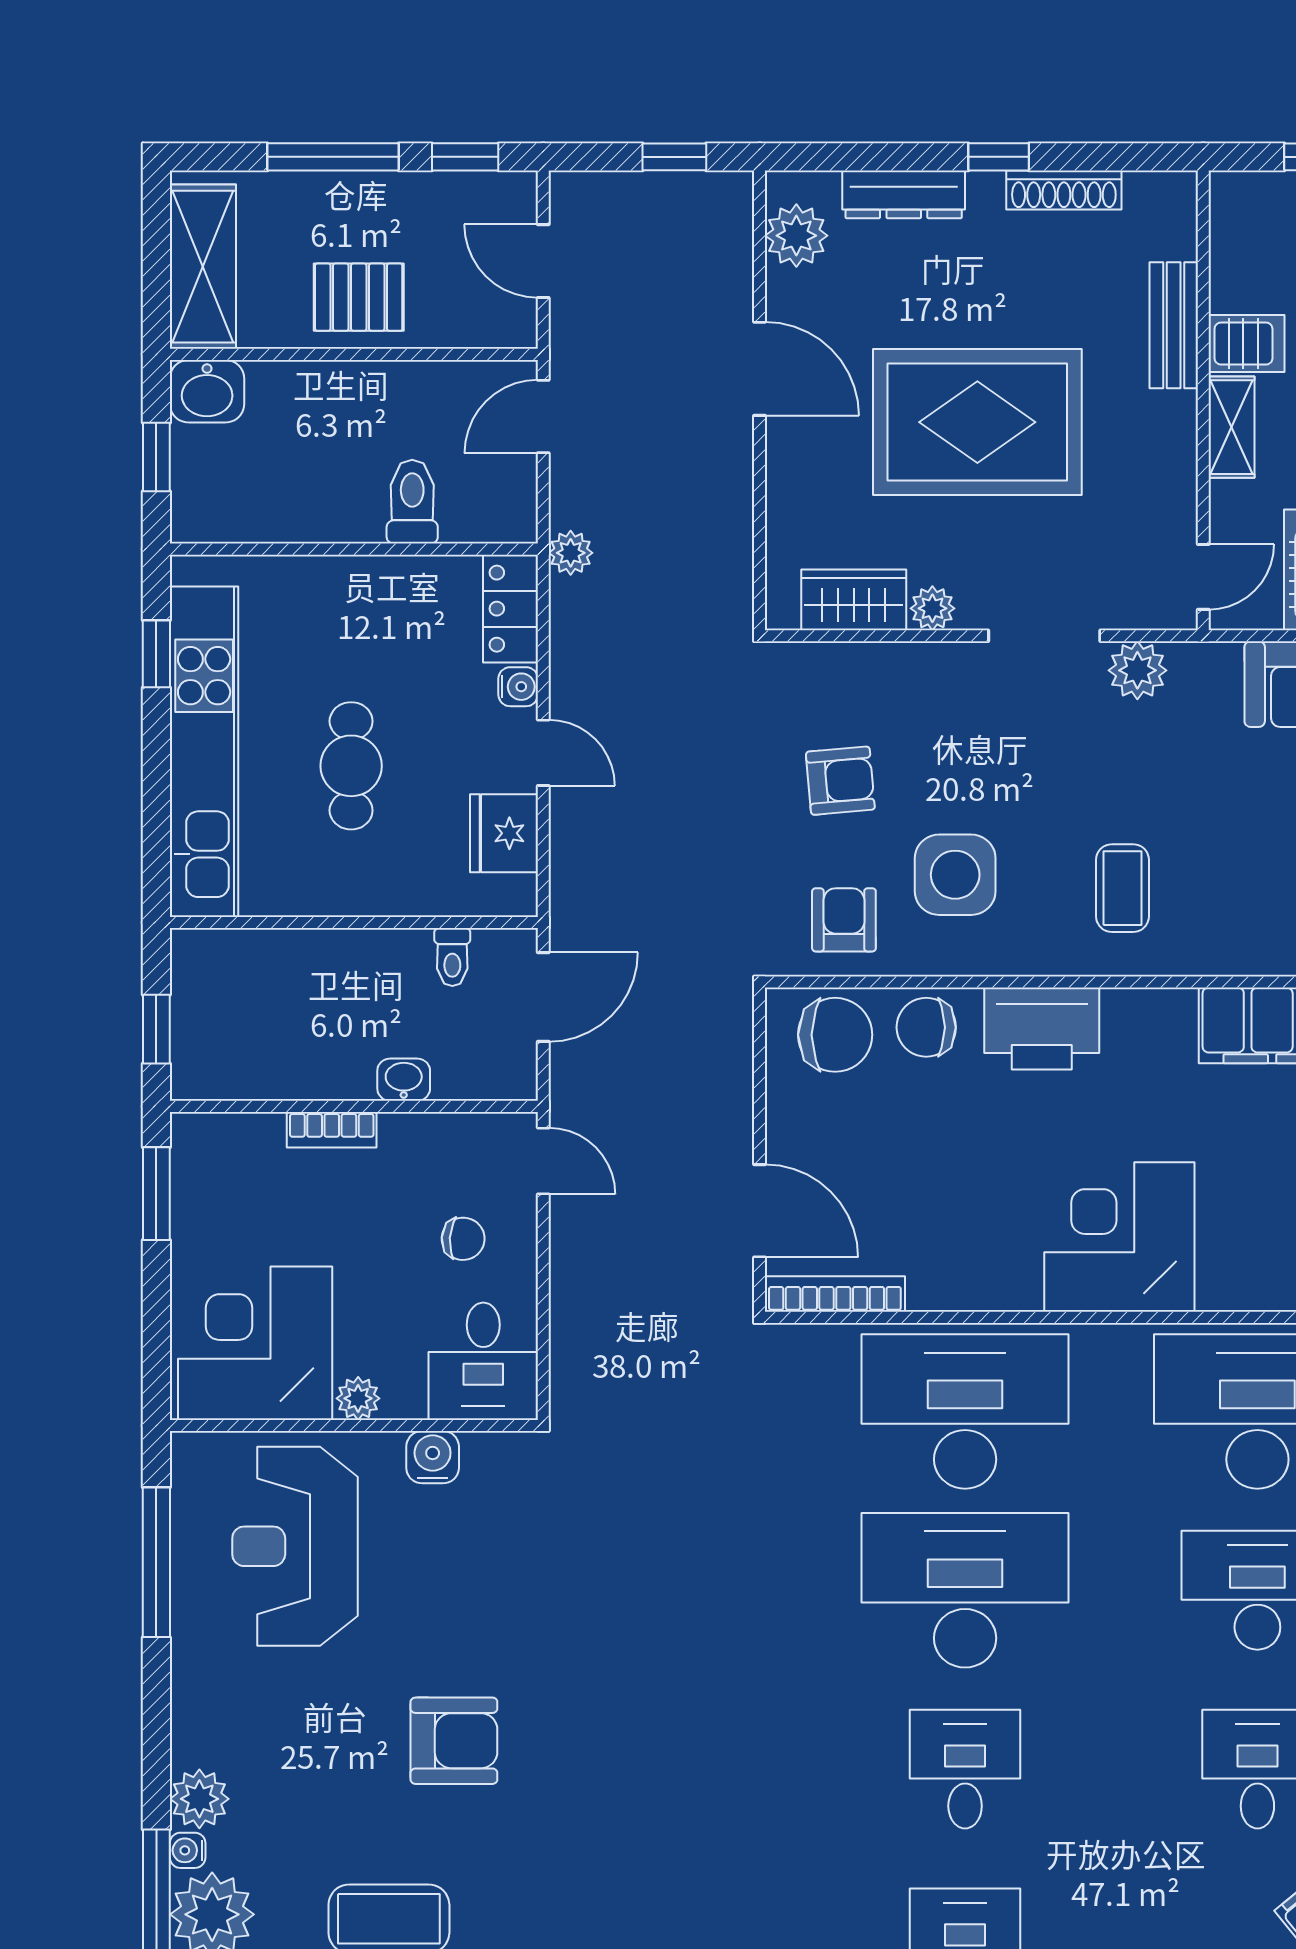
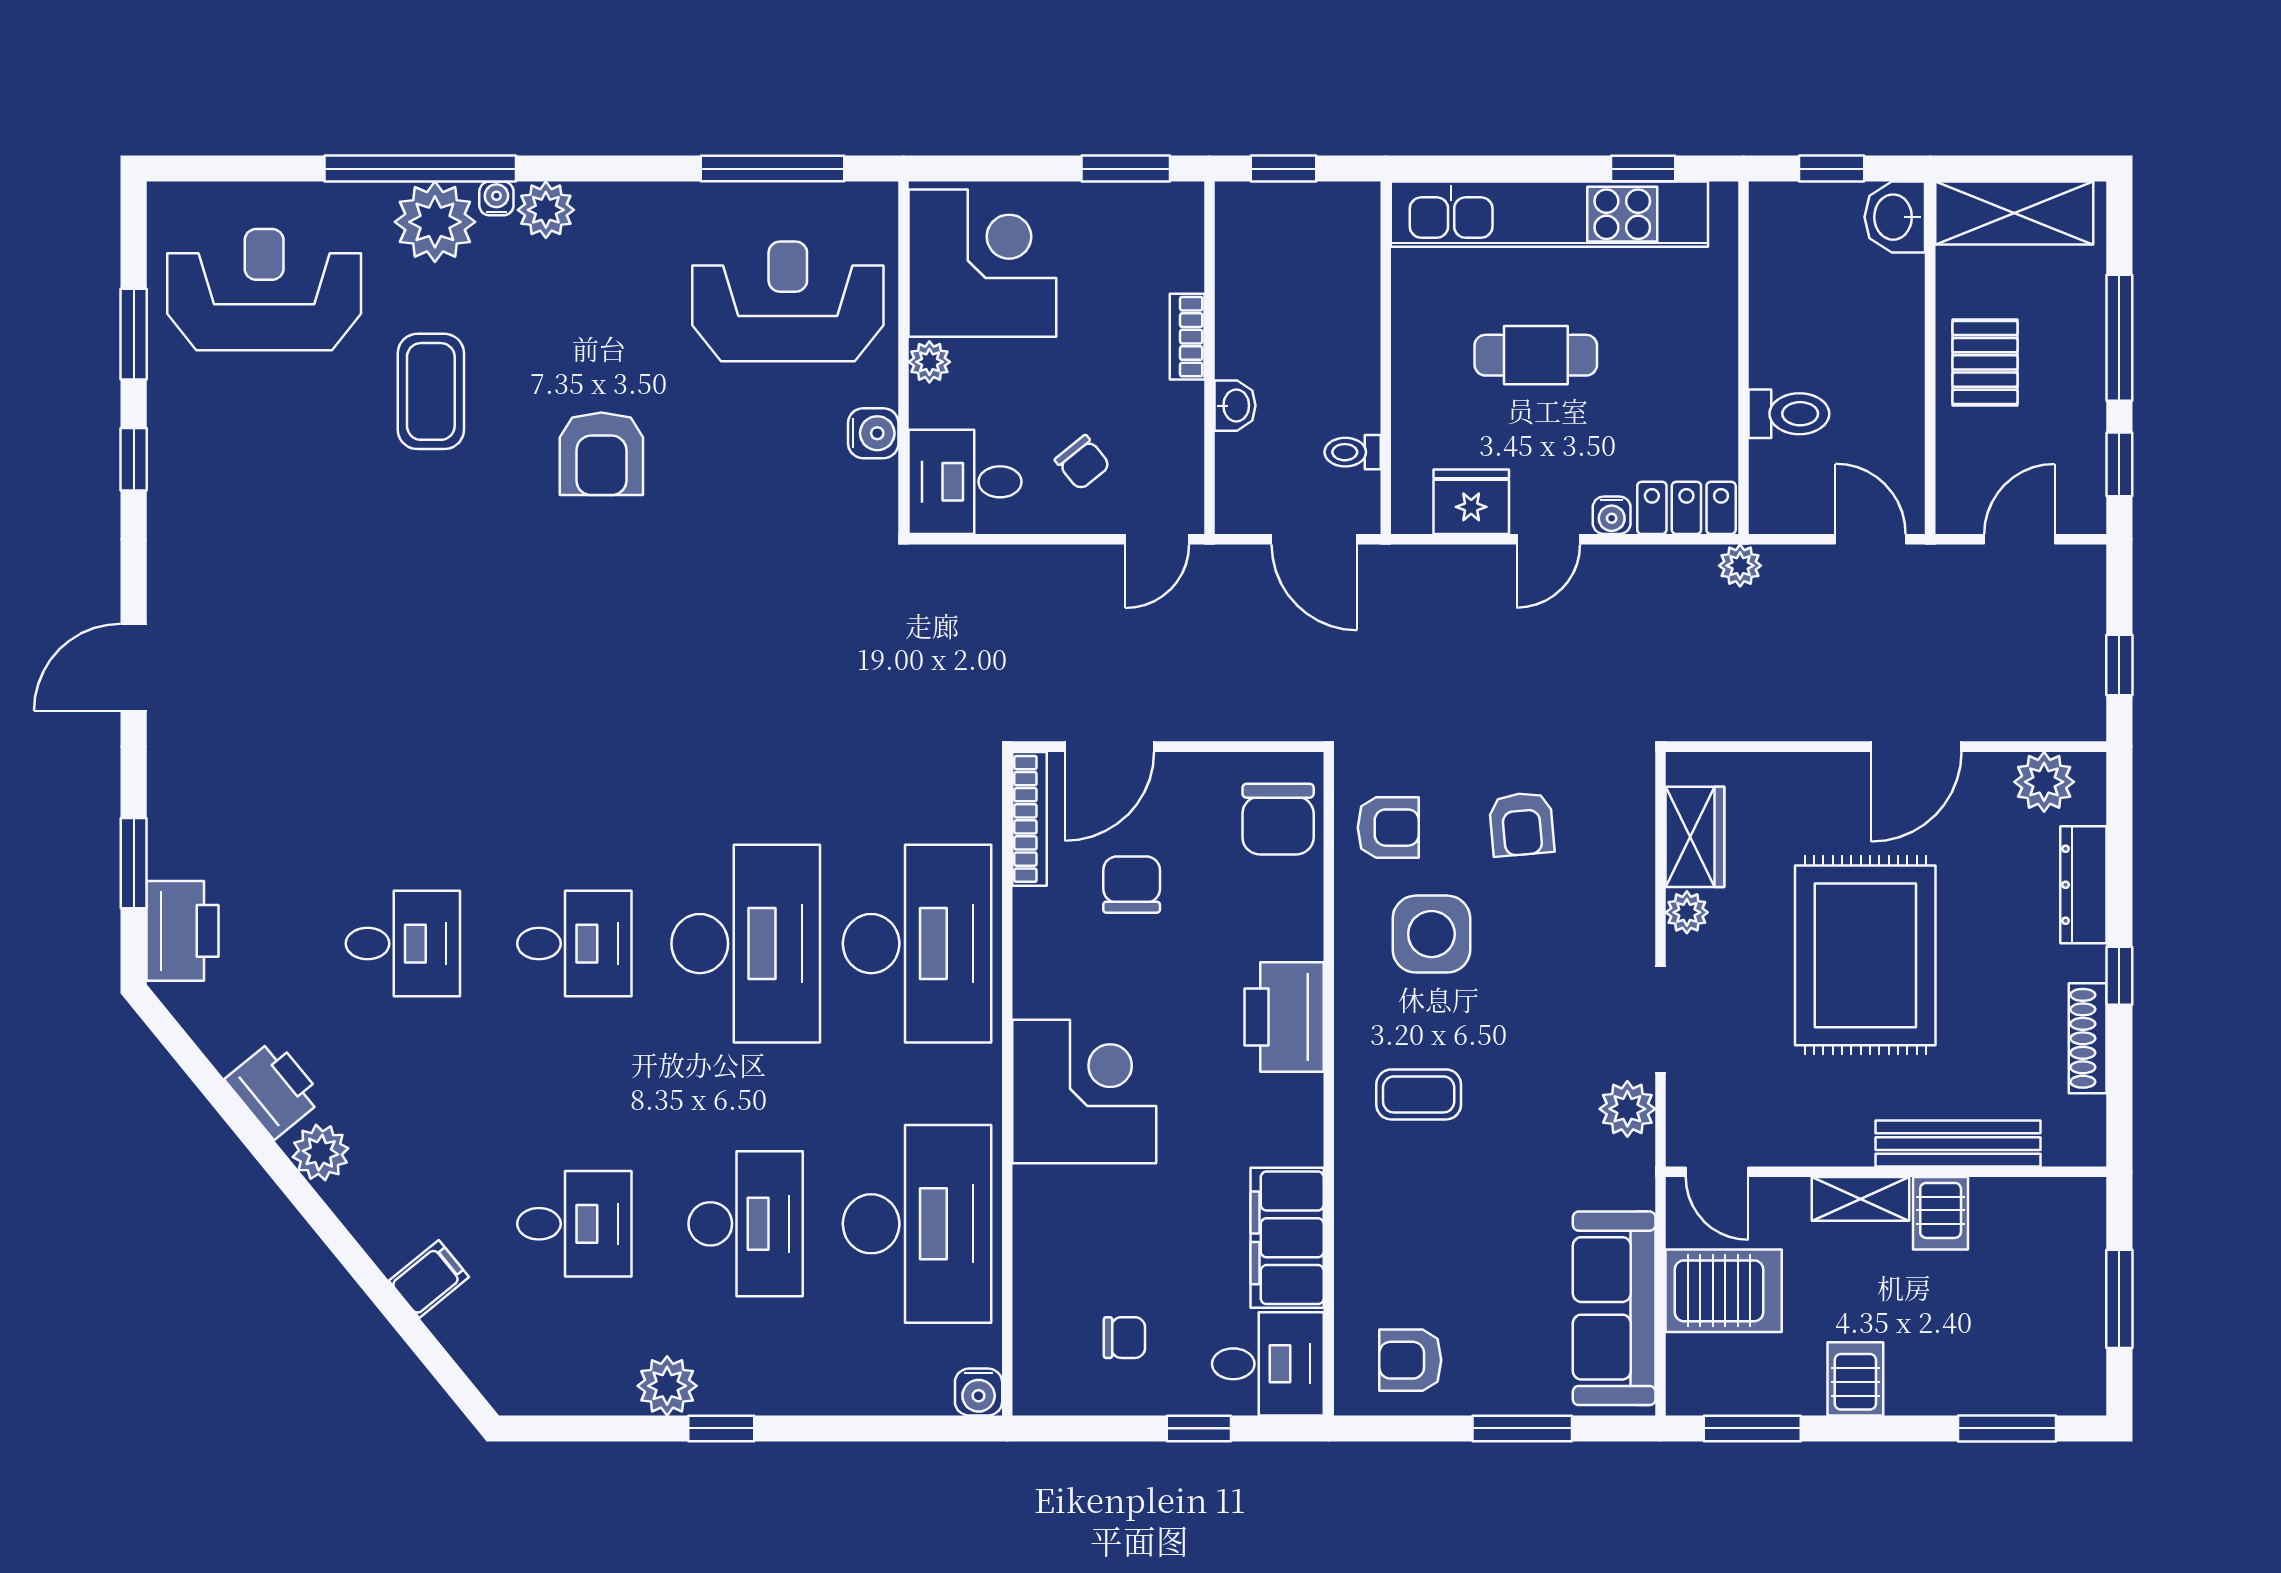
bench: (1174, 325) -> (1958, 1144), width x1.36
chair: (926, 1027) -> (1132, 885), moved
chair: (463, 1239) -> (1083, 463), turned -43

